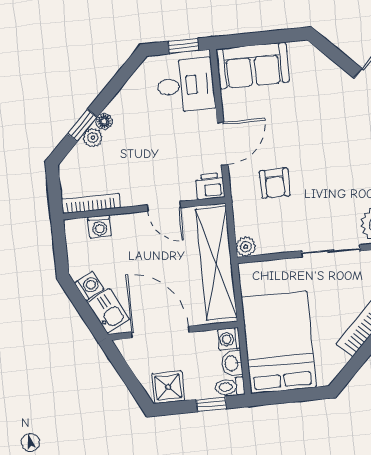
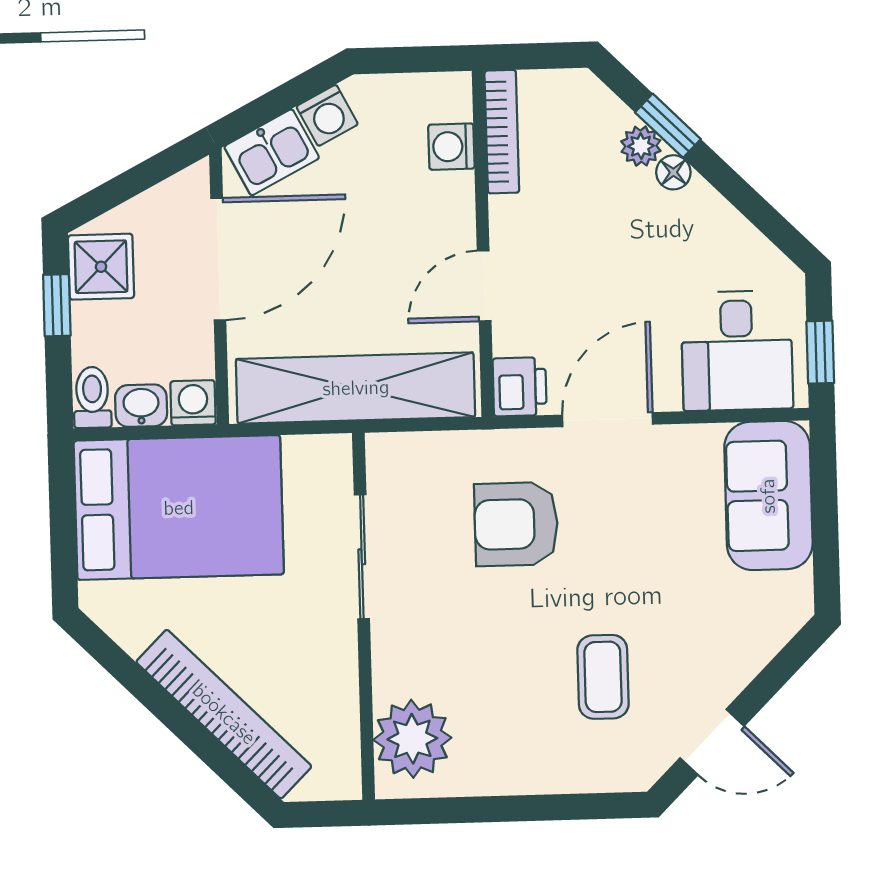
coffee table: (344, 137) -> (603, 677), added
door: (222, 144) -> (607, 420), swing flipped
armchair: (275, 183) -> (516, 524), width x1.38, depth x1.38
plant: (246, 247) -> (386, 453), removed
sliding door: (331, 251) -> (362, 557), moved
window: (211, 404) -> (57, 305), moved

